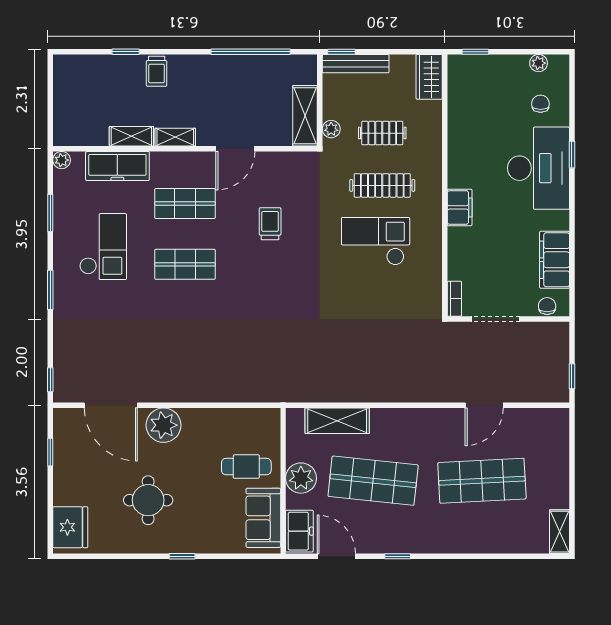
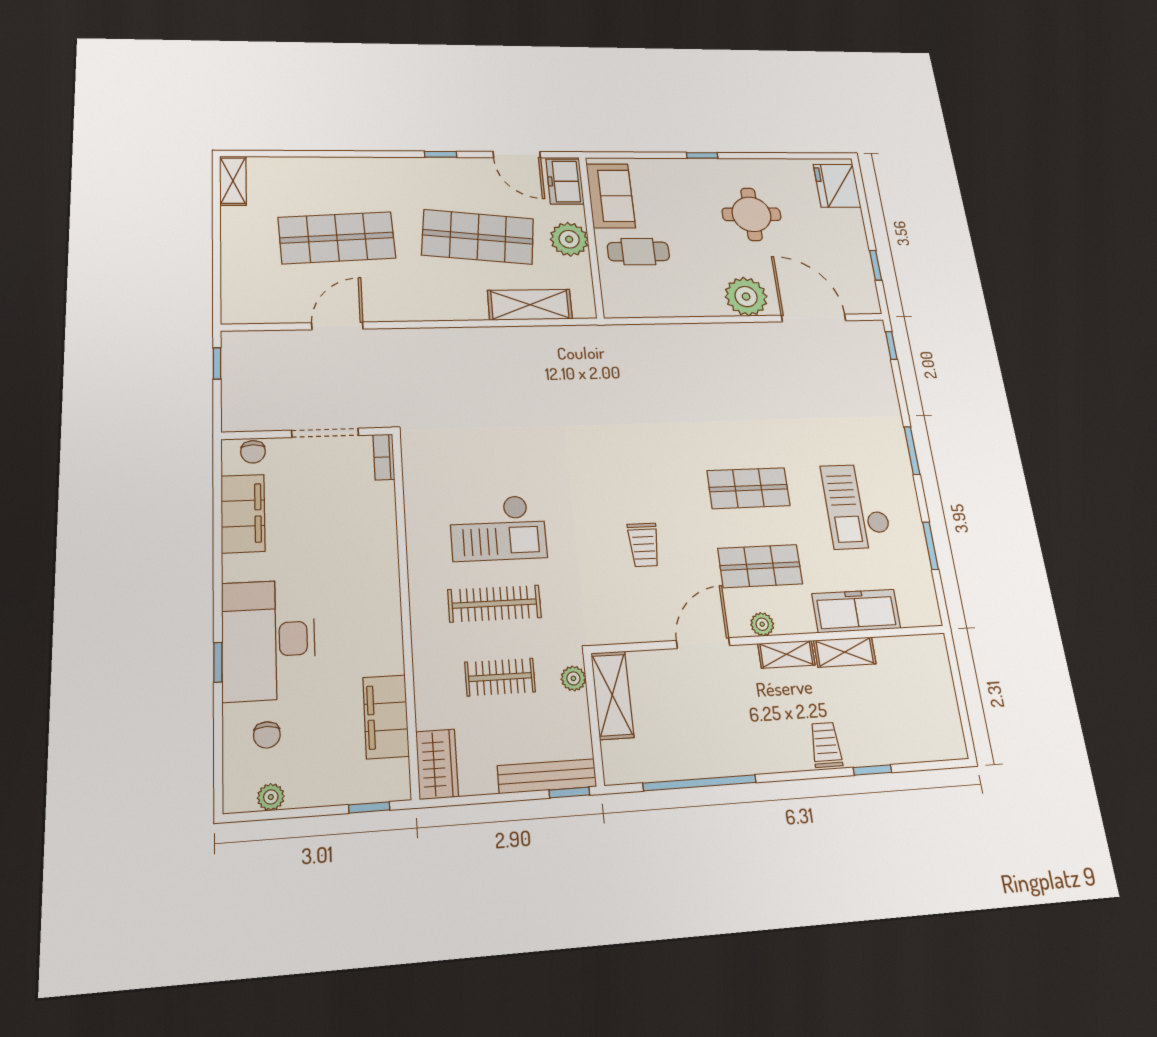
plant: (62, 160) -> (762, 624), moved
filing cabinet: (460, 207) -> (386, 717), moved, width x1.50, depth x1.17

